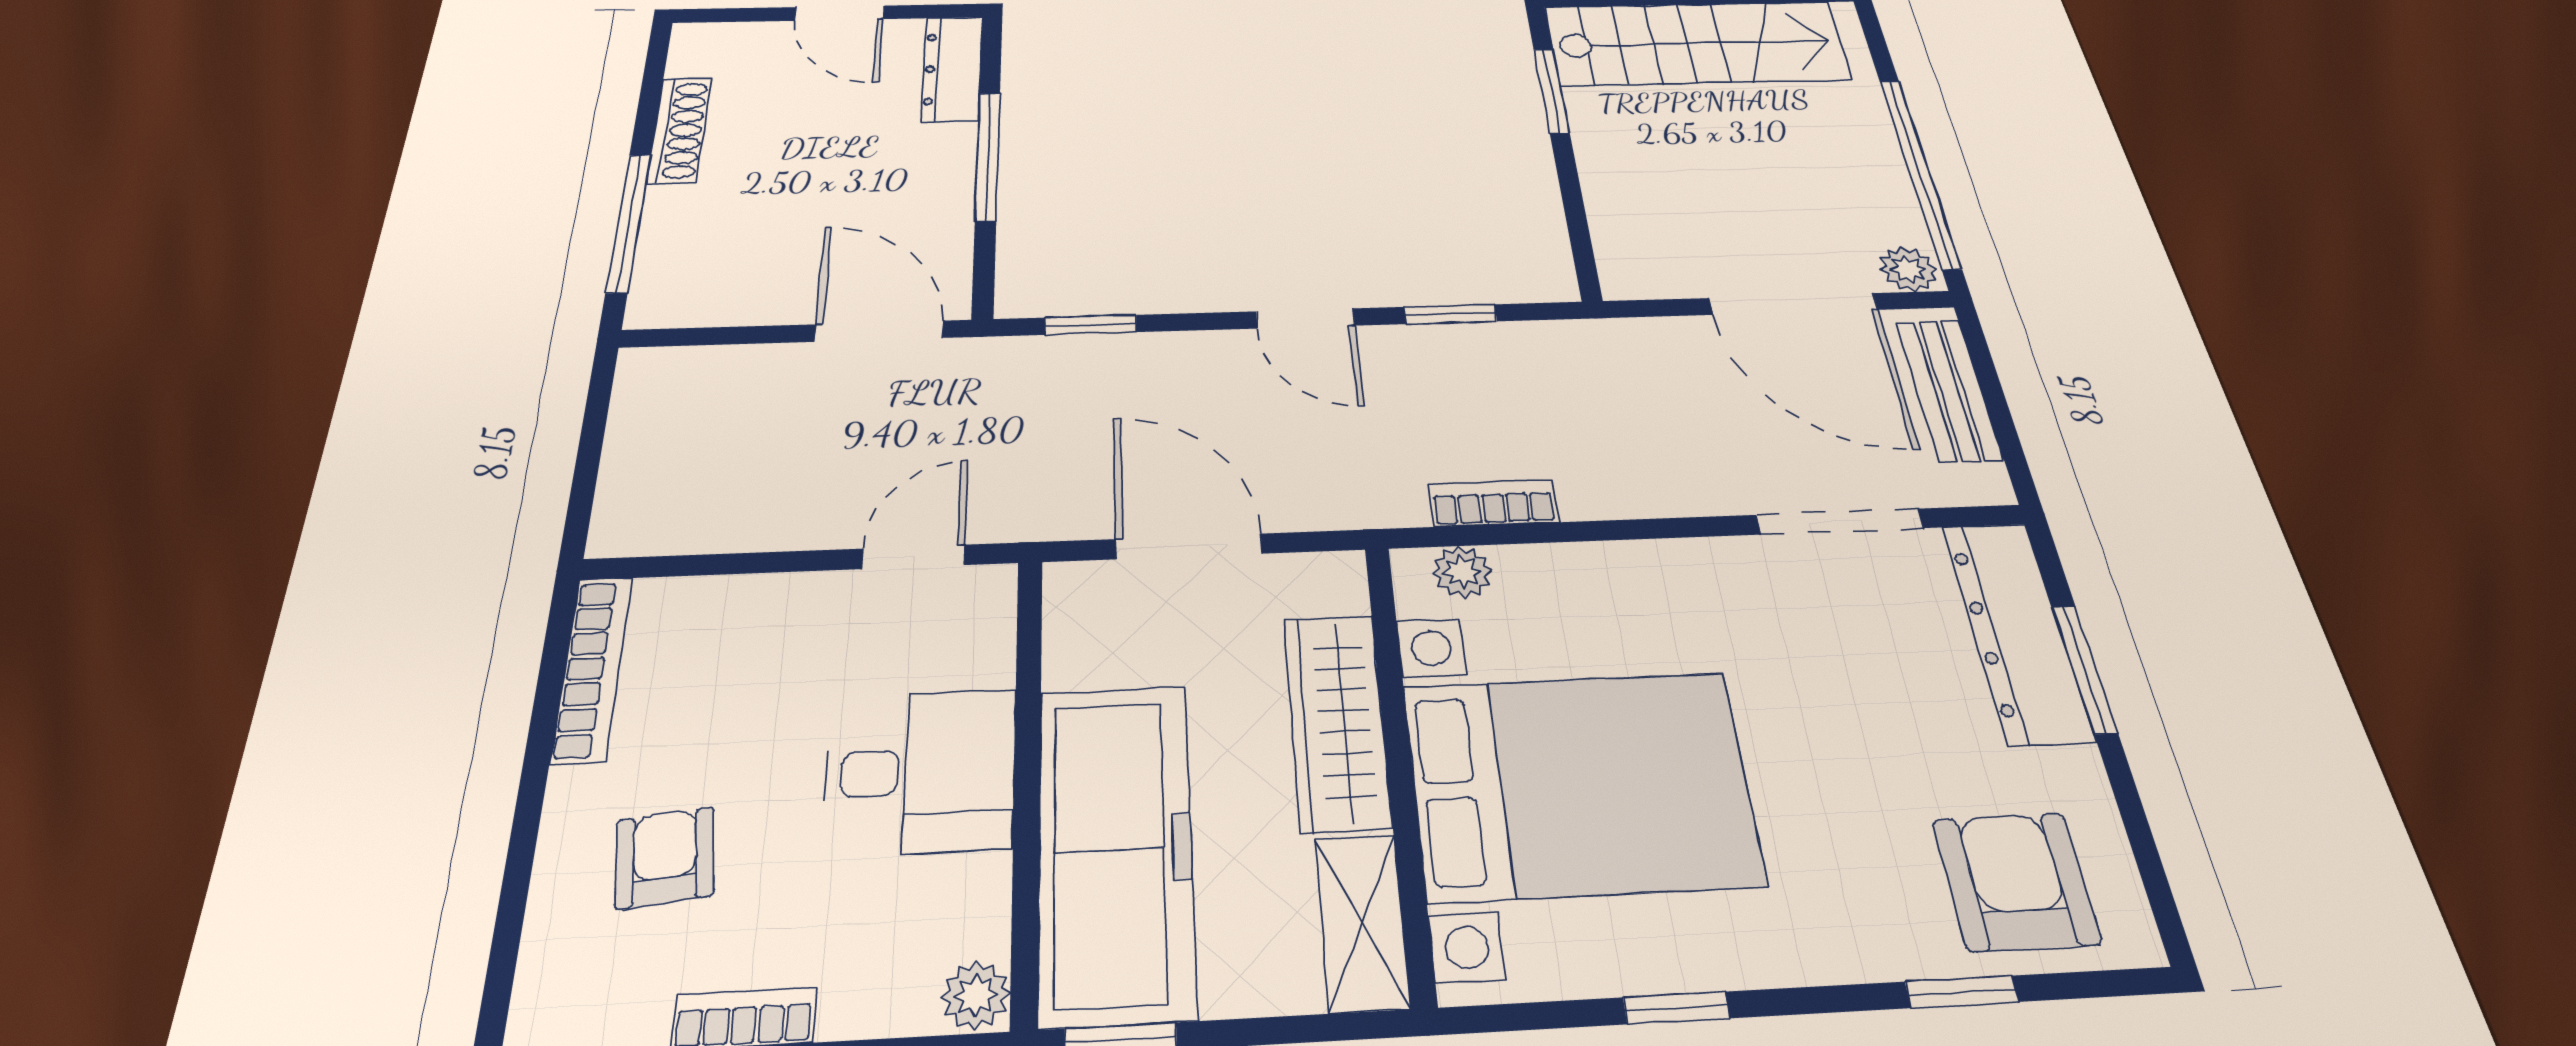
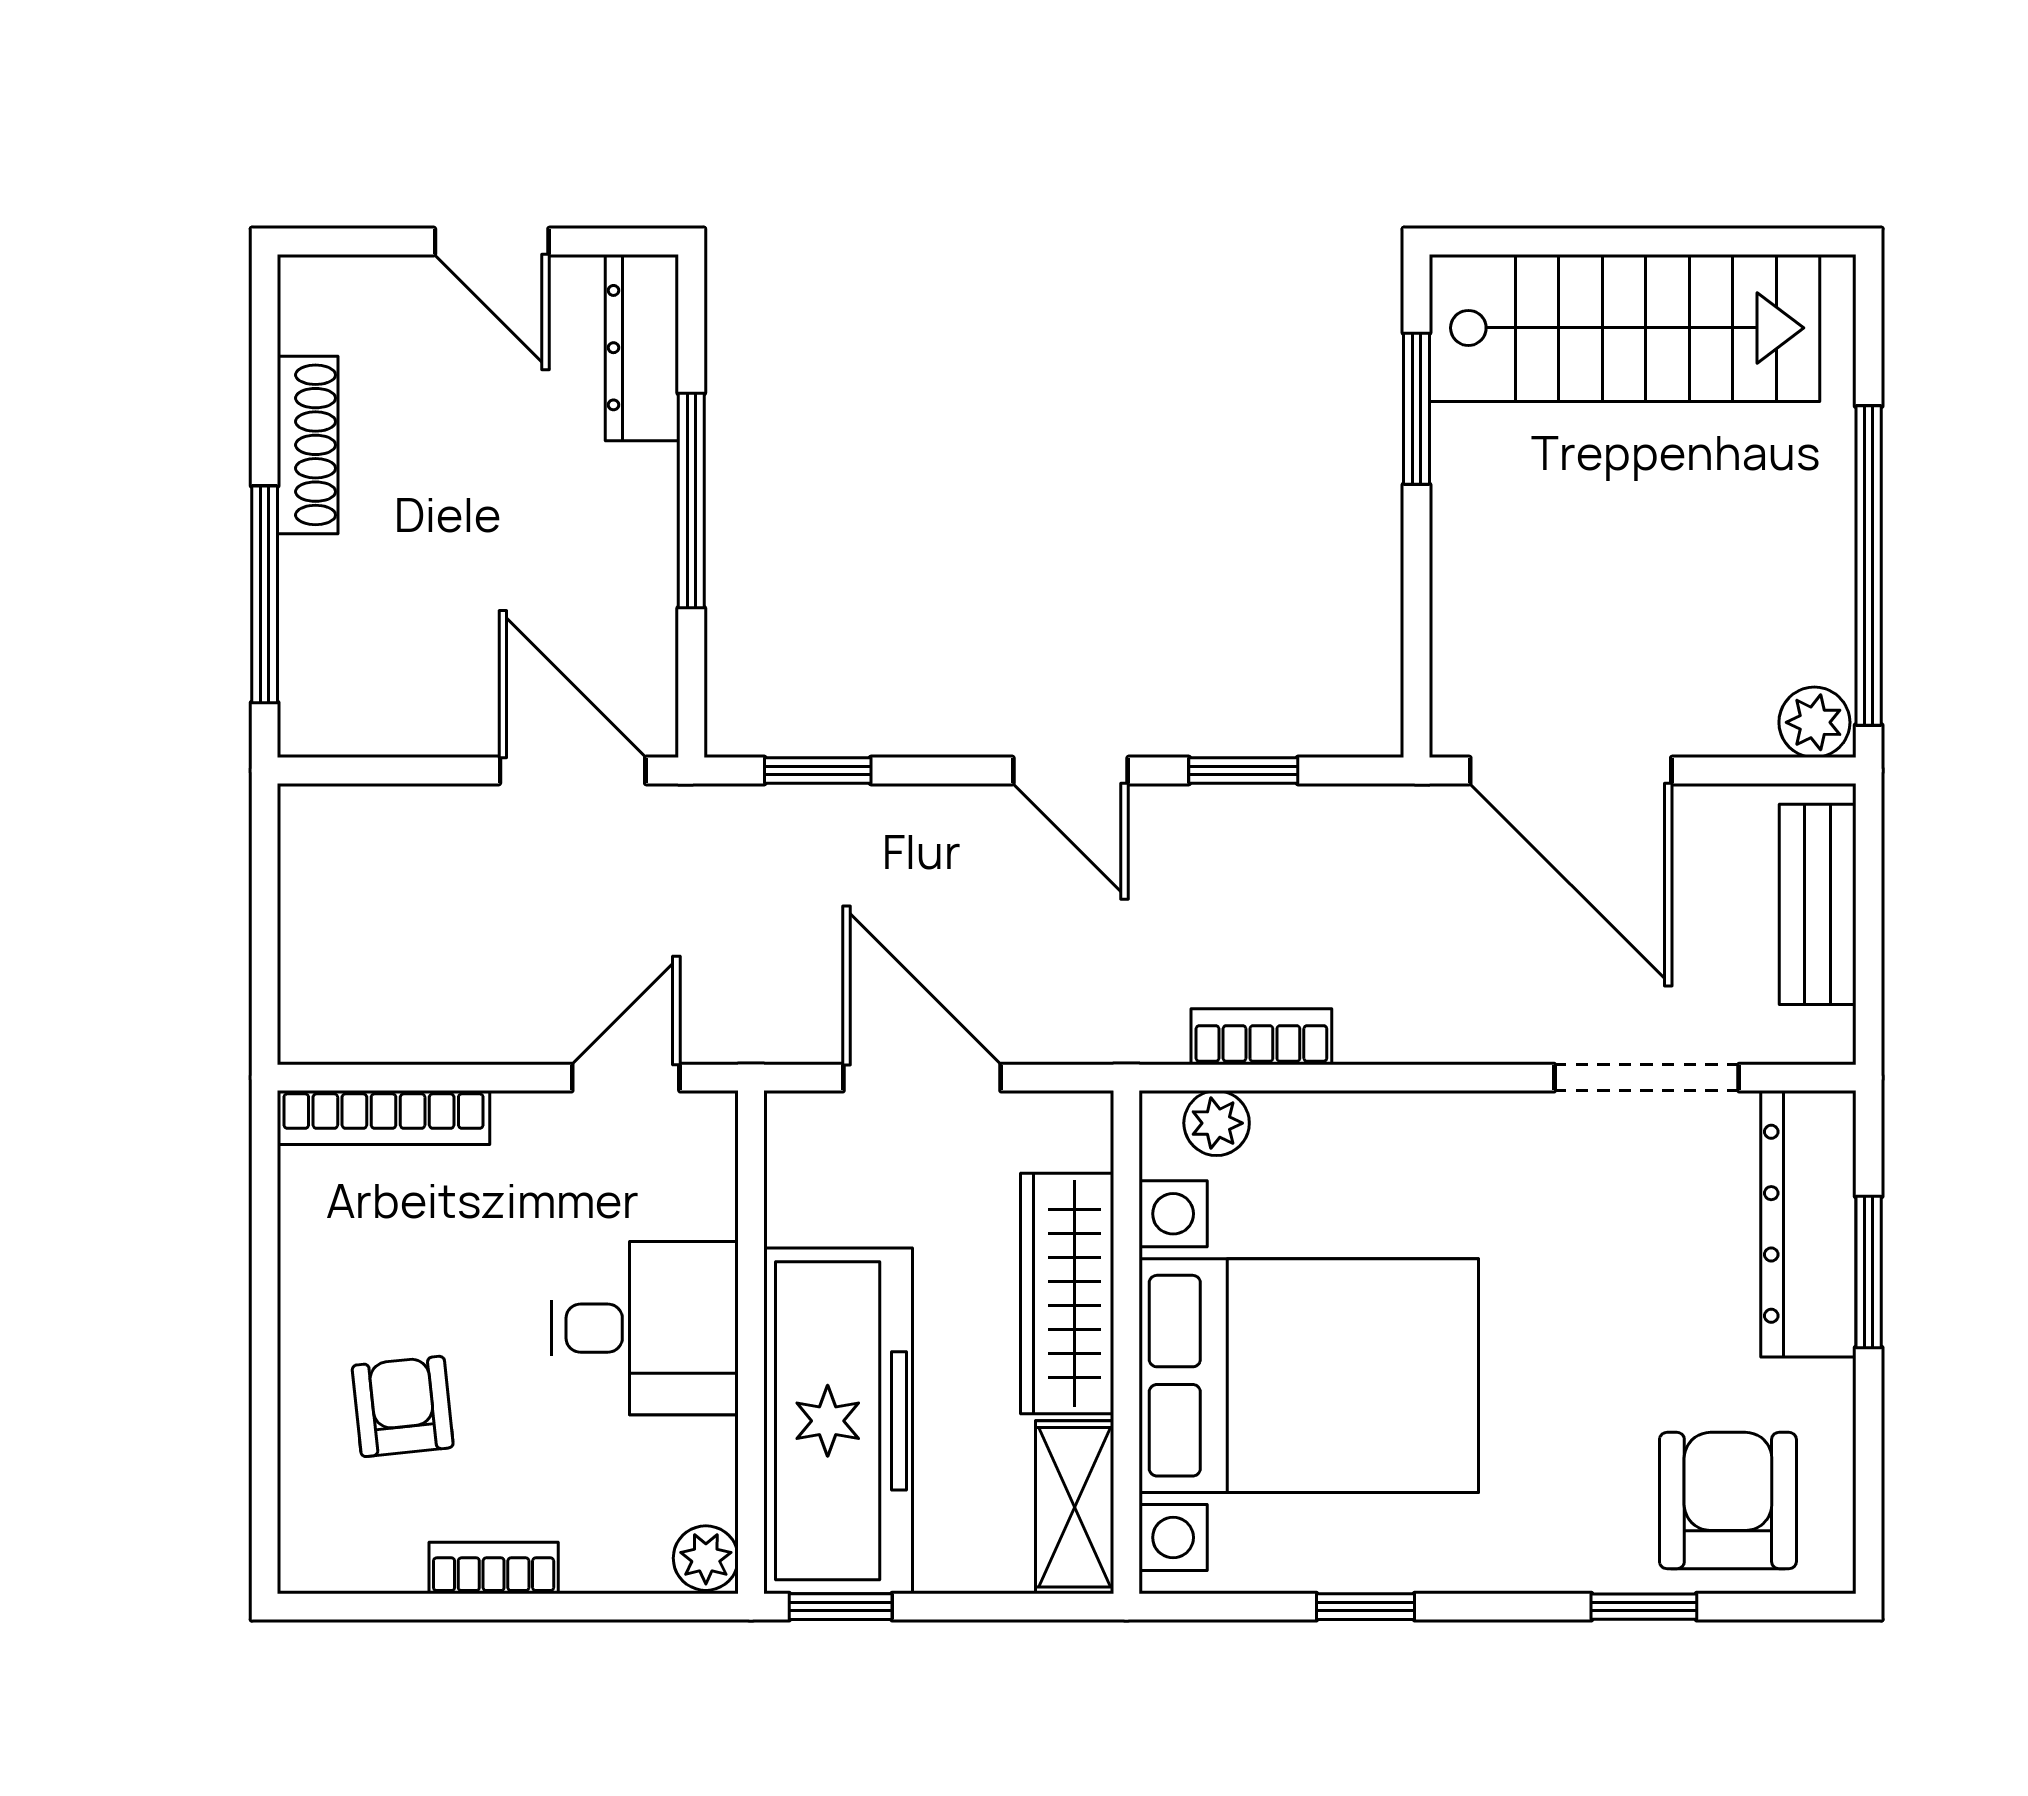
door: (1794, 304) -> (1571, 771), moved
bookcase: (592, 669) -> (383, 1118), moved, turned 90

